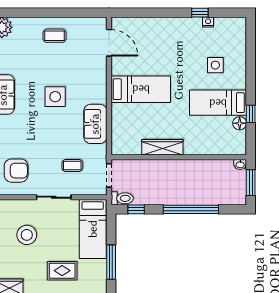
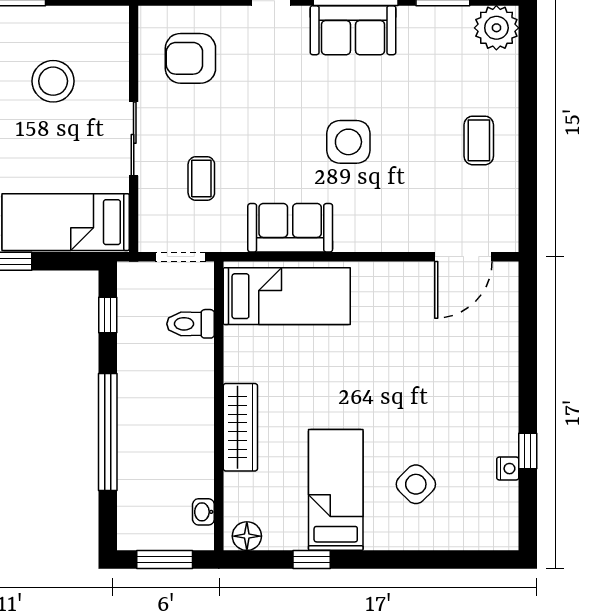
side table: (215, 65) -> (416, 484), turned 45
bed: (141, 89) -> (287, 296), moved, turned -90
floor lamp: (240, 123) -> (247, 536), moved
wardrobe: (162, 147) -> (240, 427), moved
washbasin: (240, 165) -> (203, 512), moved
armchair: (16, 171) -> (190, 58), turned 90
toilet: (122, 198) -> (191, 324), moved, turned 90

